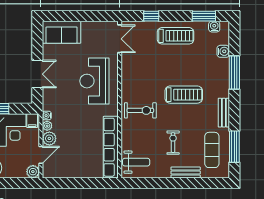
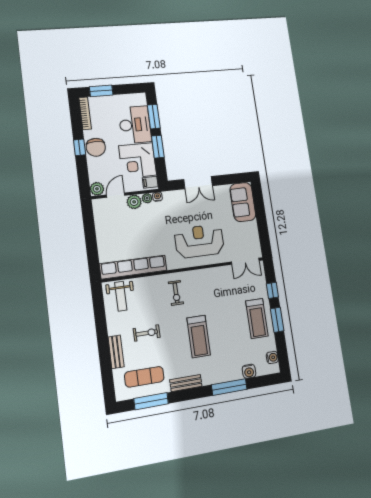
window: (204, 16) -> (277, 320), moved
exercise bike: (140, 110) -> (176, 293), width x0.73, depth x0.72
door: (41, 155) -> (116, 195), swing flipped

